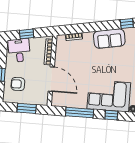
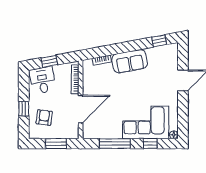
sofa: (109, 39) -> (130, 61), moved
door: (51, 79) -> (81, 109), hinge flipped
armchair: (18, 84) -> (44, 117), turned 97

